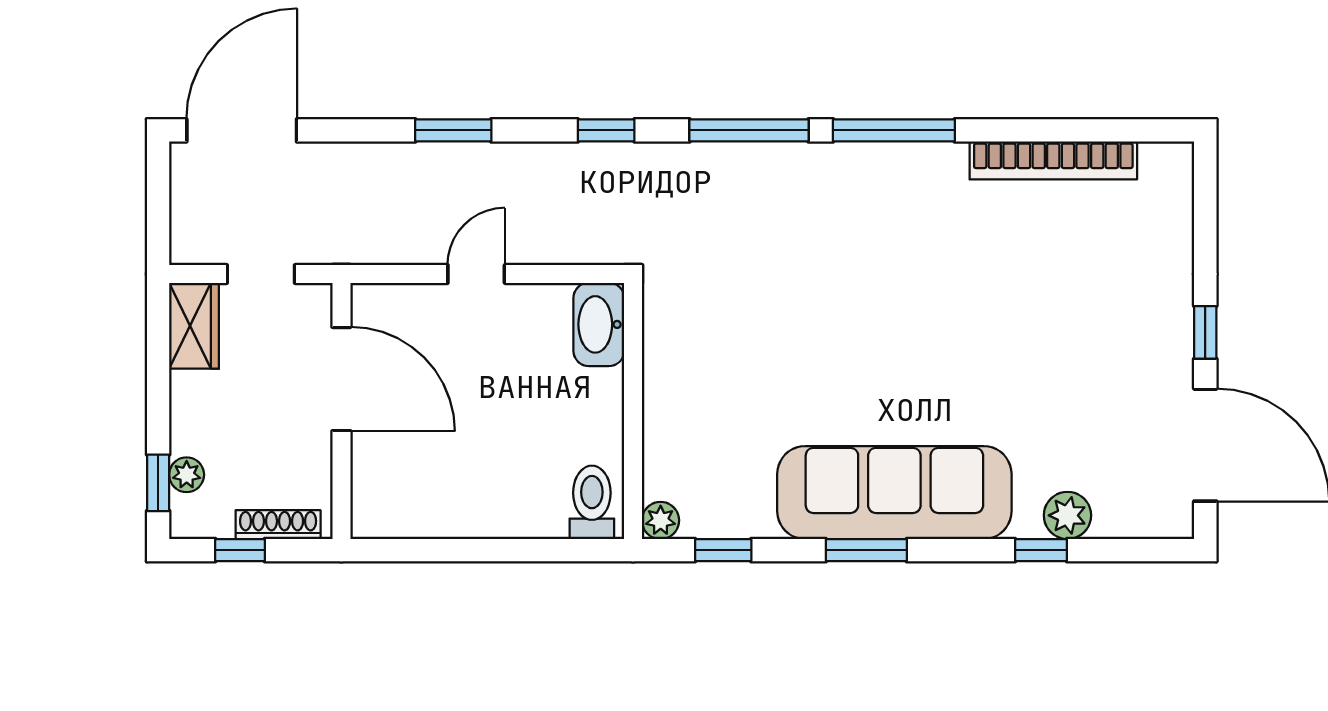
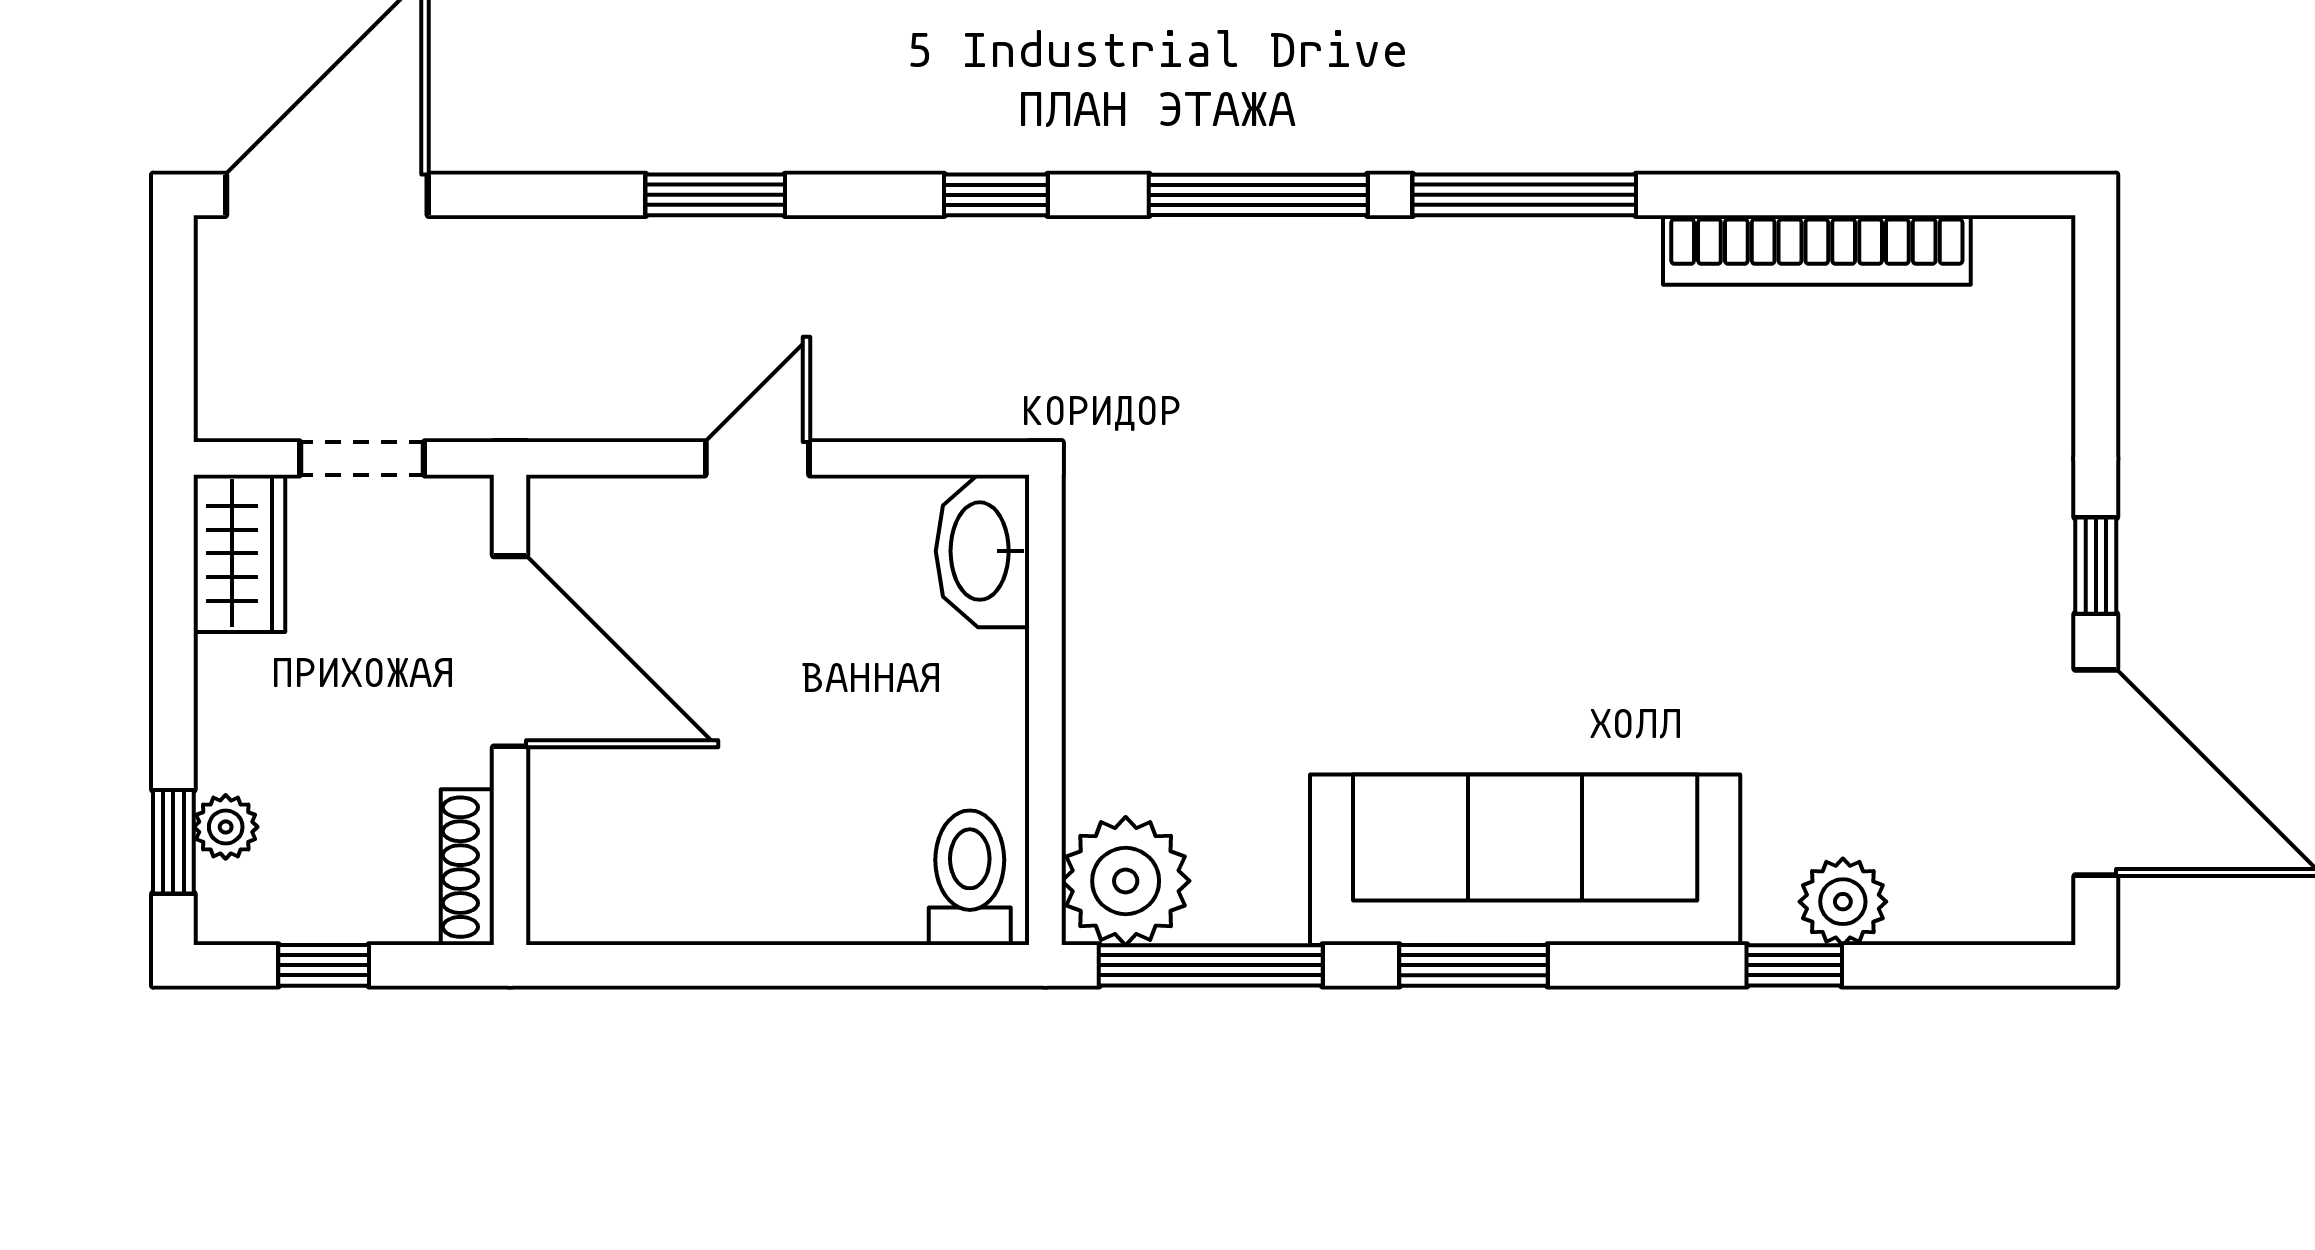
plant: (661, 520) -> (1126, 881), width x1.88, depth x1.88
shoe rack: (278, 525) -> (467, 867), moved, turned -90
window: (723, 550) -> (1211, 965), width x2.17

